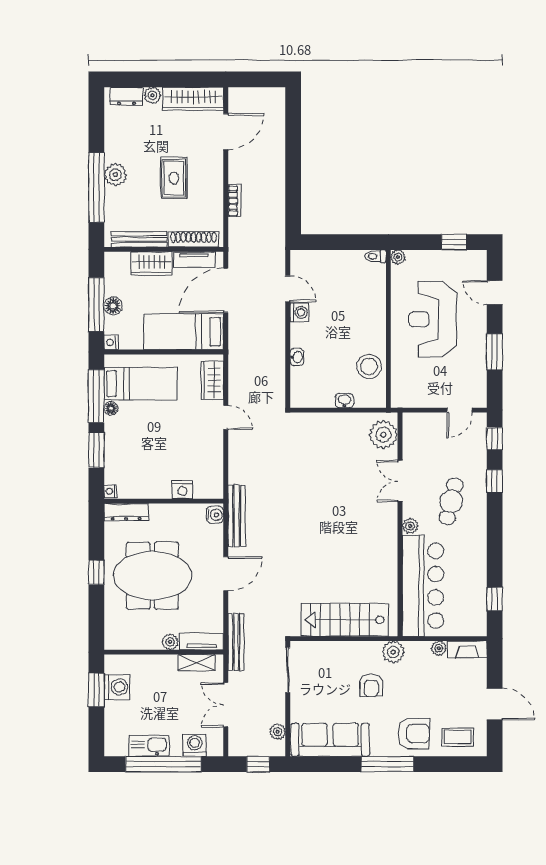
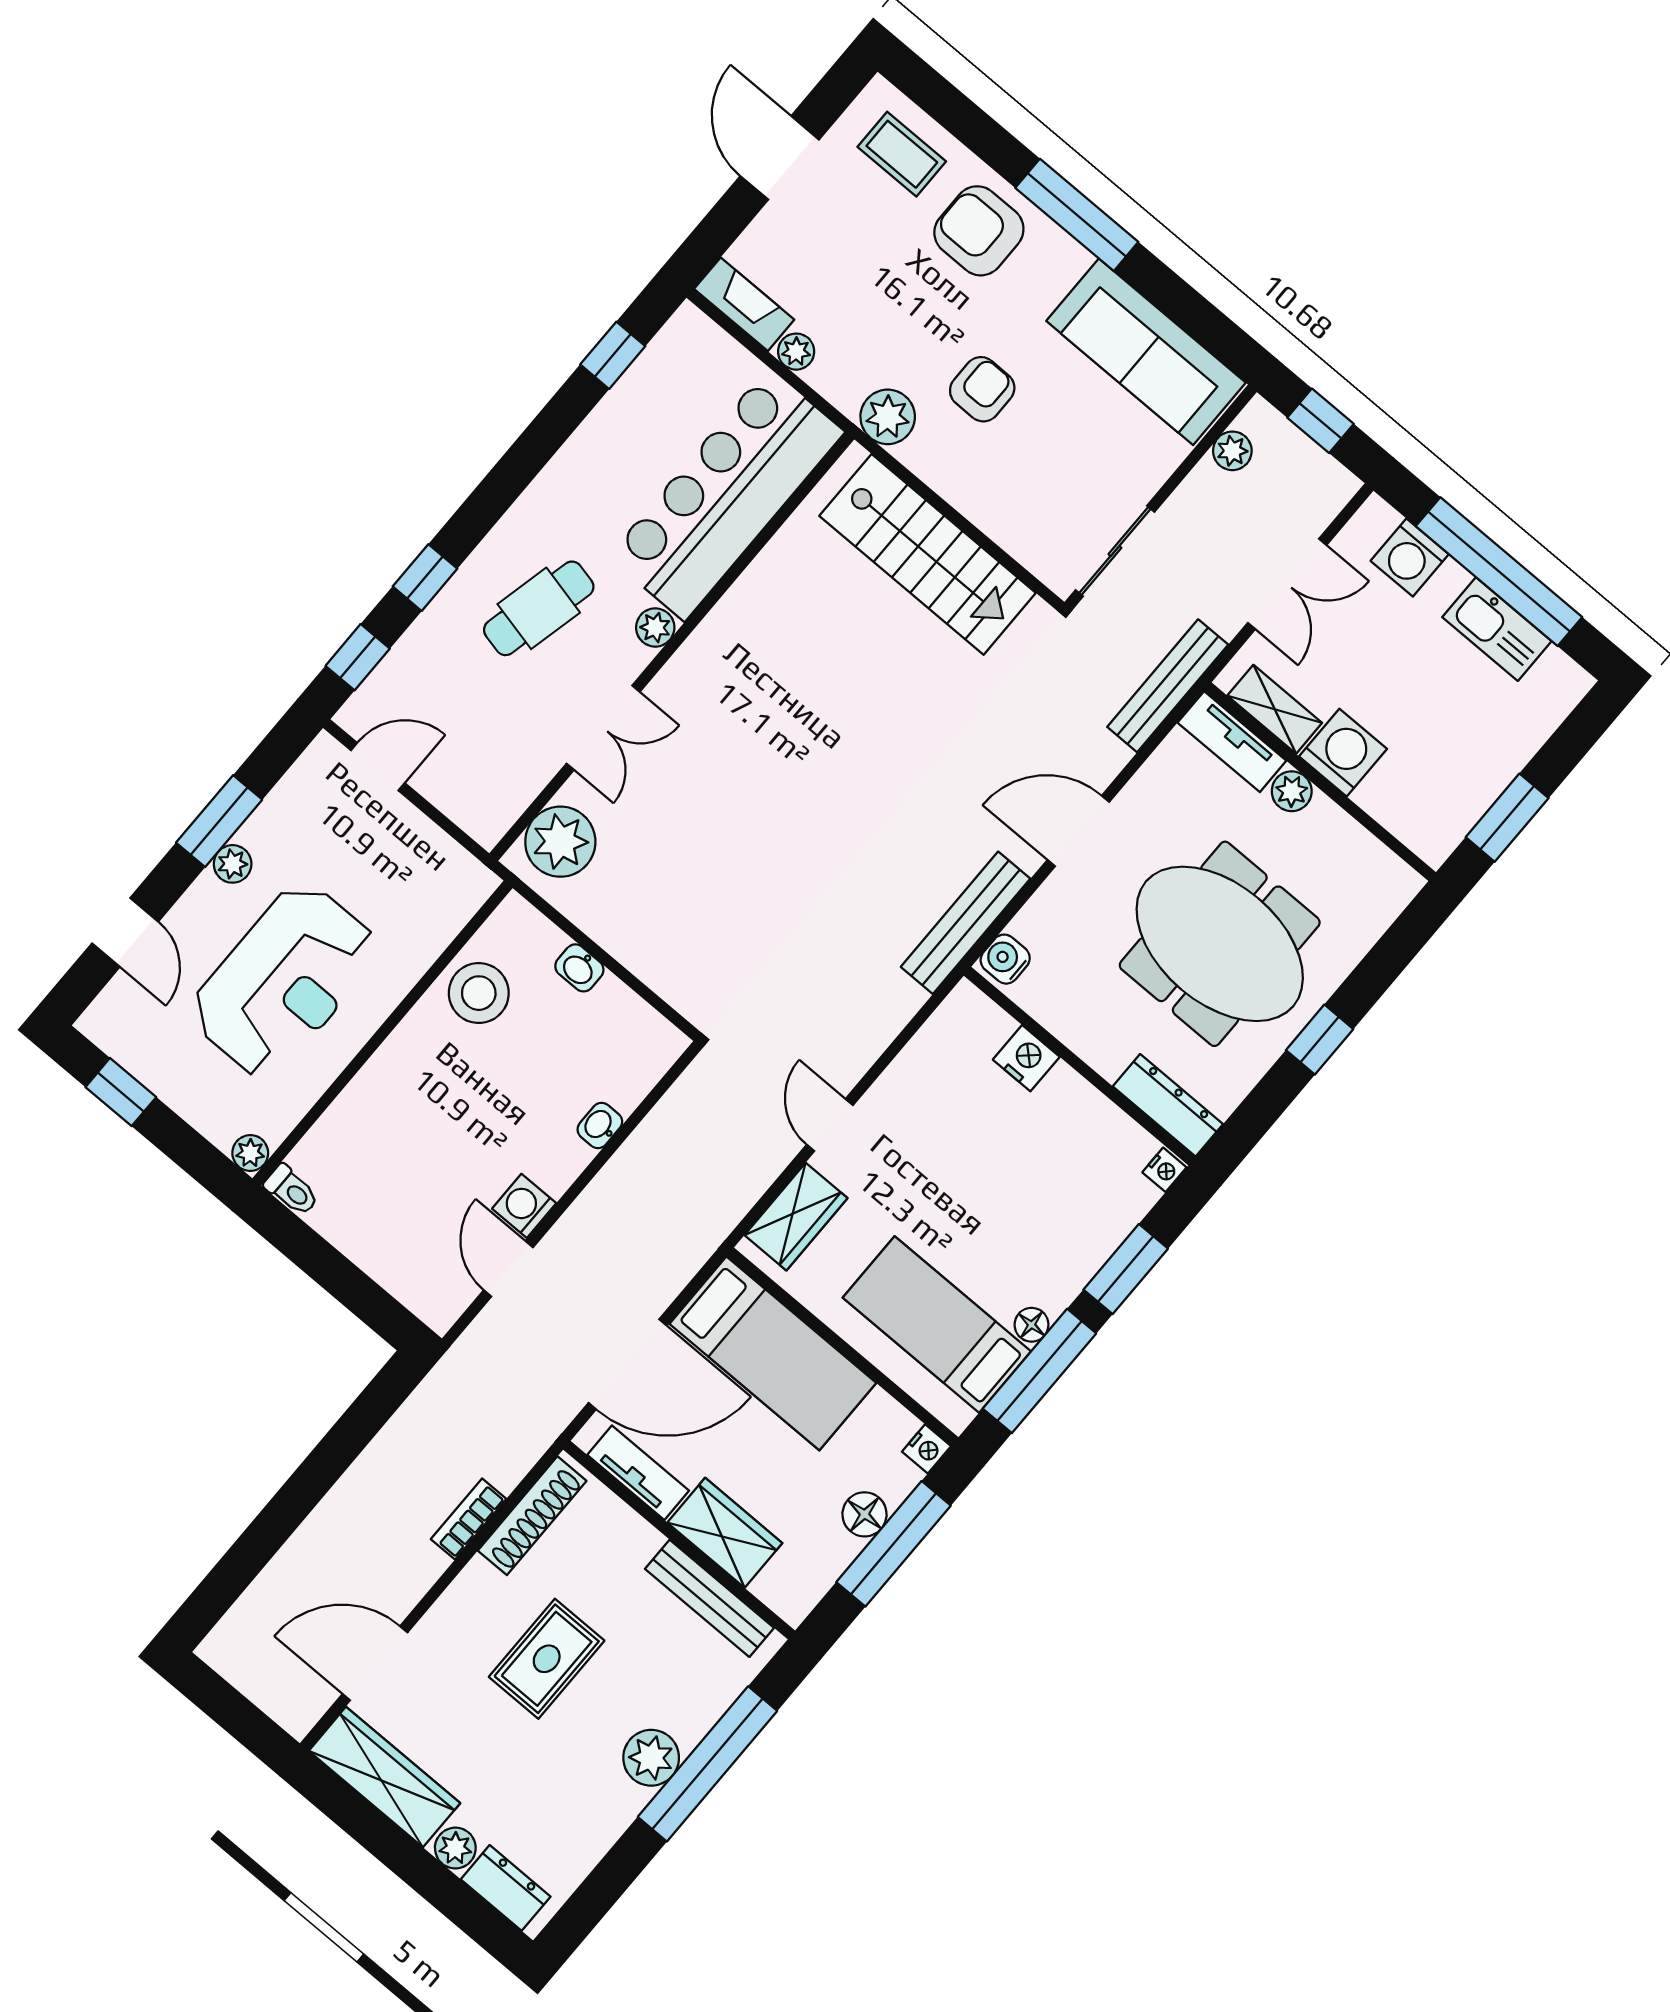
shoe rack: (193, 239) -> (532, 1516), moved, turned -90
plant: (479, 342) -> (233, 864), added
washing machine: (117, 687) -> (1343, 753), moved, turned 90

